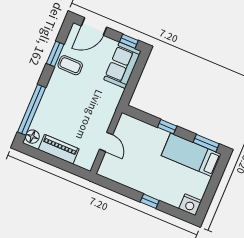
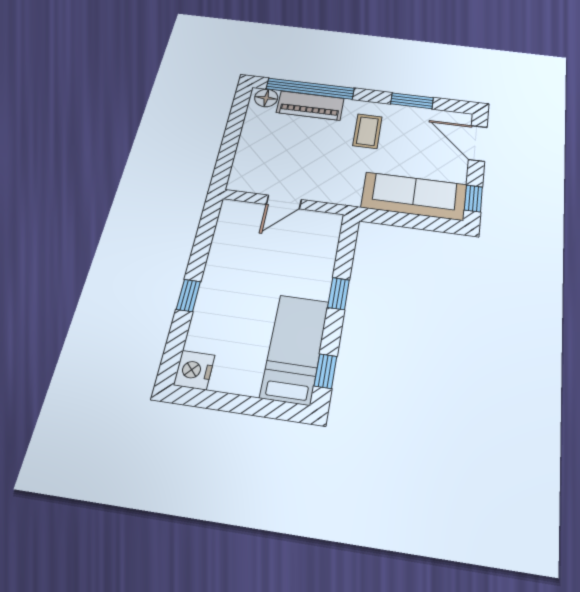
coffee table: (70, 65) -> (367, 131), moved
sofa: (122, 65) -> (414, 196), width x1.36
window: (206, 143) -> (326, 371), width x0.67
piano: (59, 149) -> (310, 105), moved, turned 90

